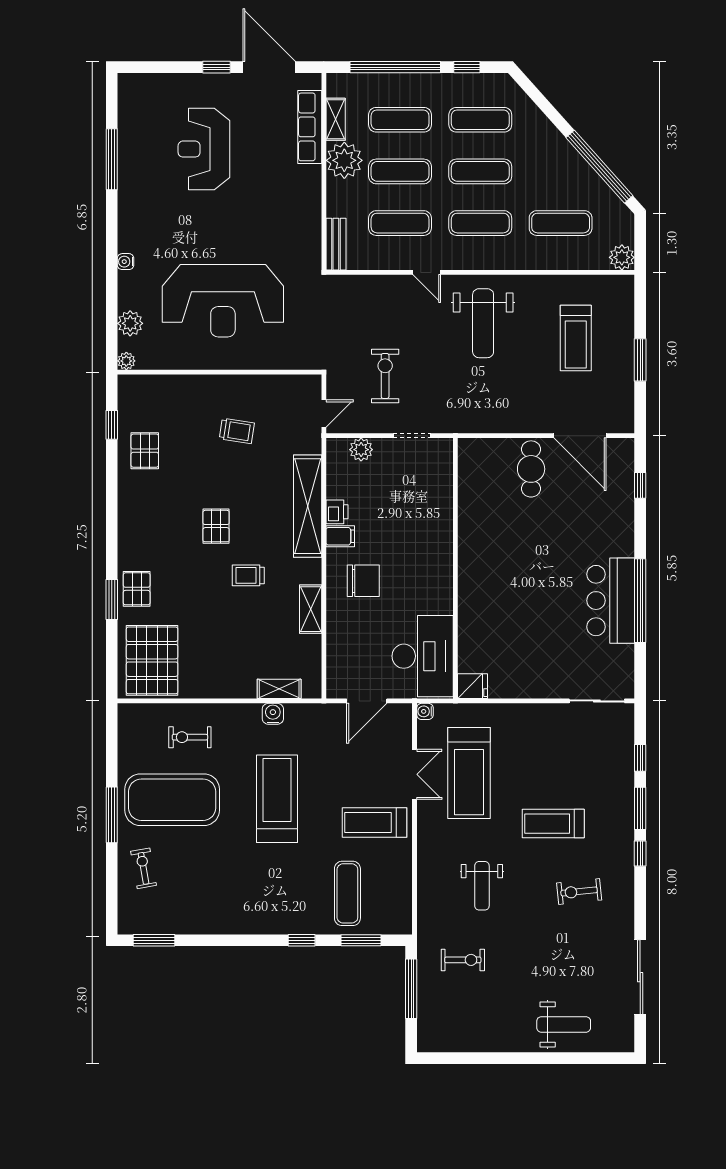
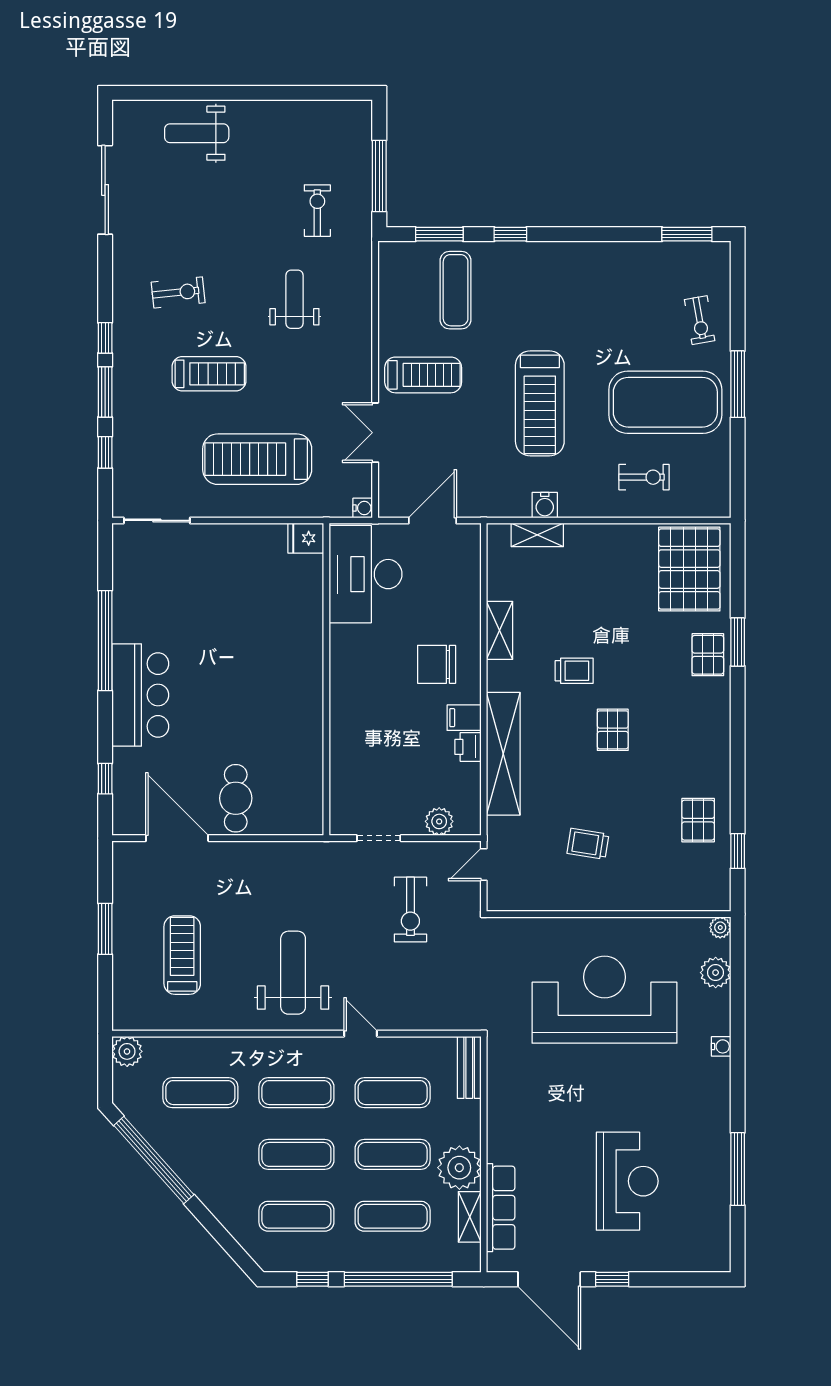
bar counter: (611, 601) -> (140, 695), moved
treadmill: (469, 773) -> (257, 459), moved, turned -90
exercise bike: (463, 960) -> (317, 211), turned 90

